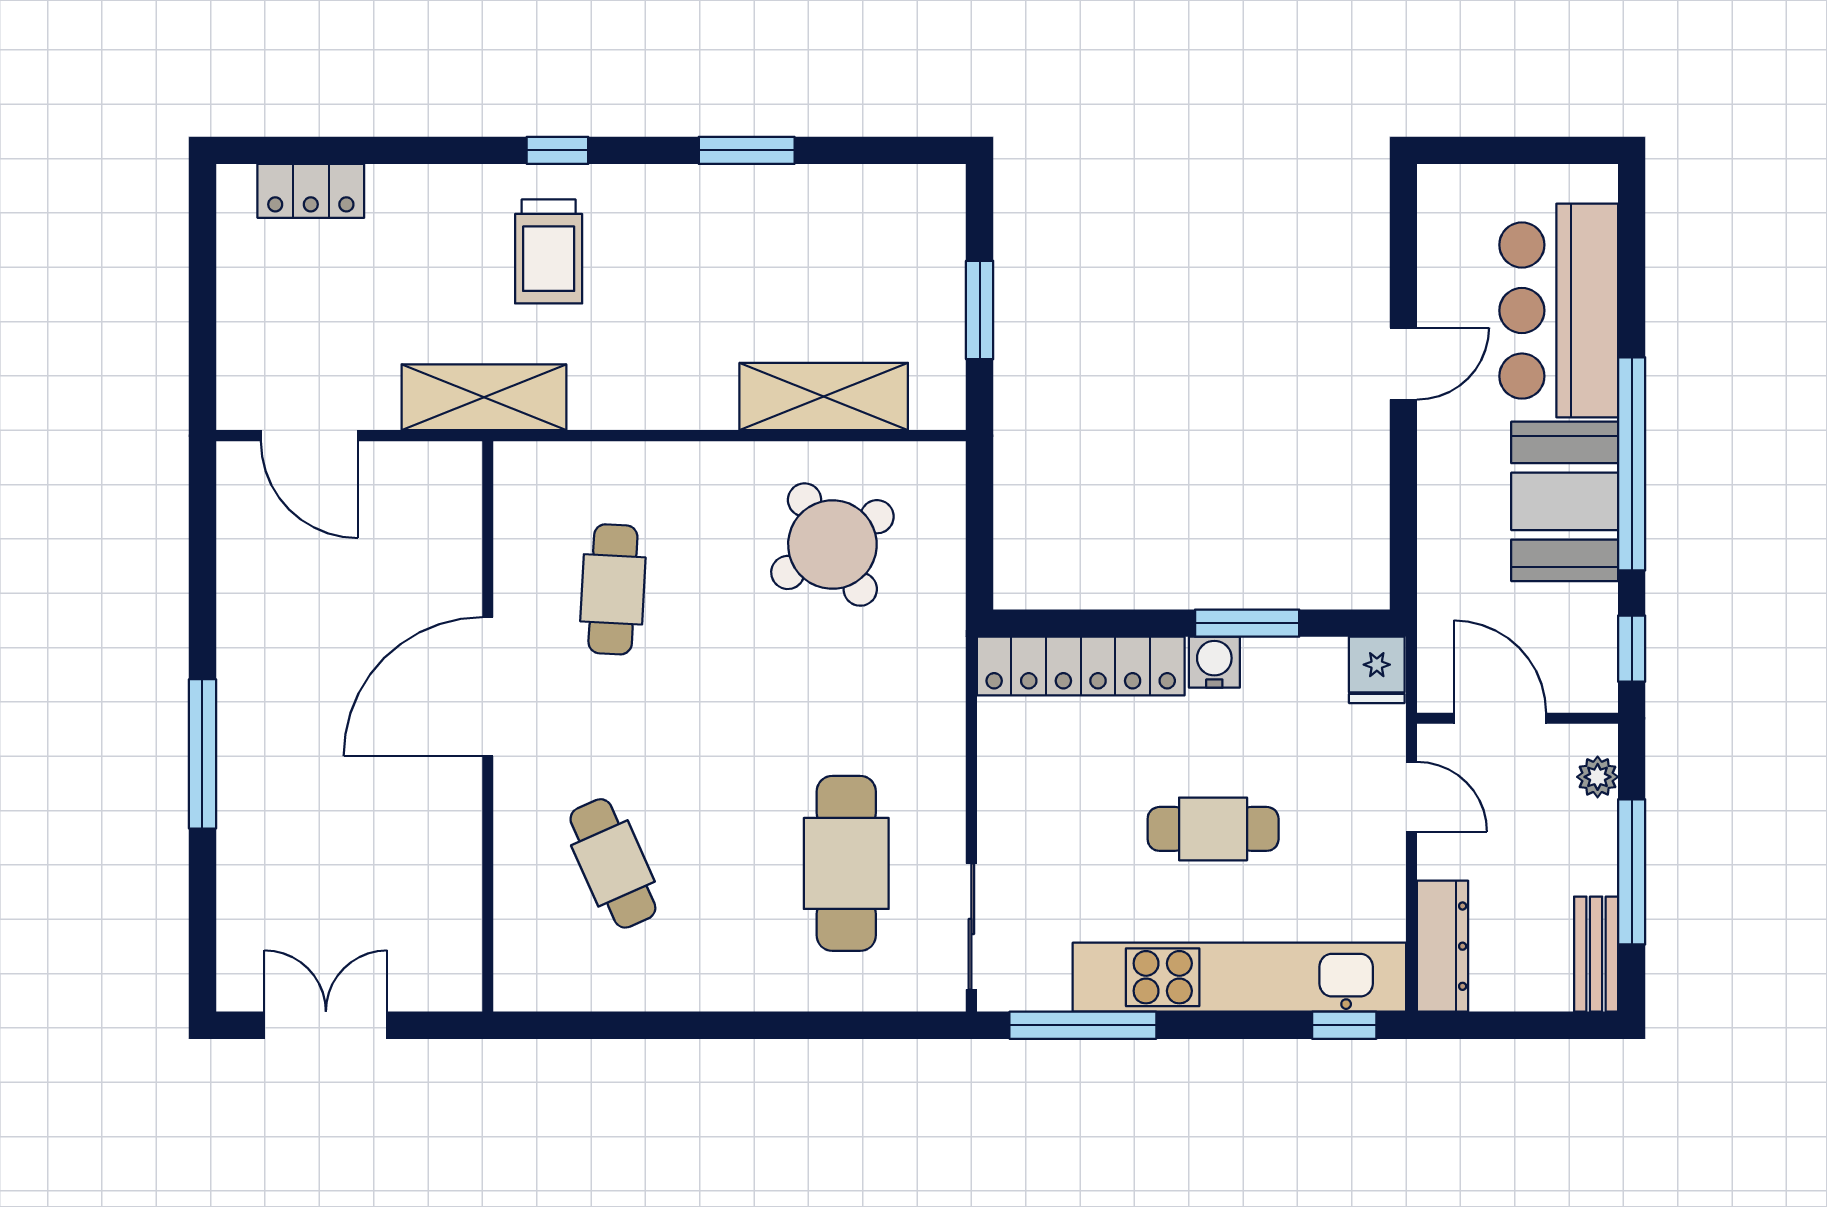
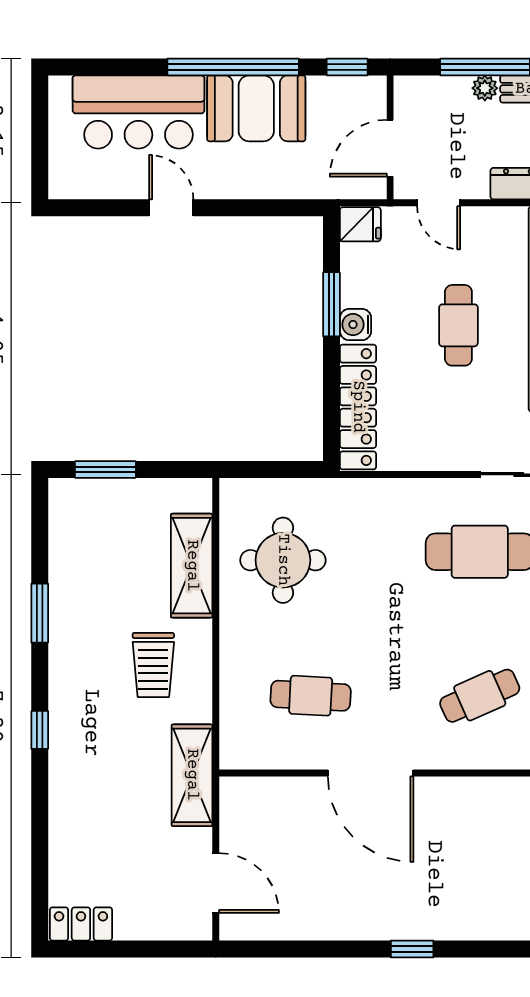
locker: (311, 191) -> (81, 924), moved, turned -90
trolley: (549, 251) -> (153, 665), moved, turned 90
window: (980, 310) -> (105, 469), moved
door: (309, 436) -> (216, 883), hinge flipped
round table: (832, 545) -> (283, 560), turned 32
window: (202, 754) -> (412, 949), width x0.46
plant: (1598, 777) -> (485, 88), moved
door: (1412, 797) -> (439, 203), swing flipped

